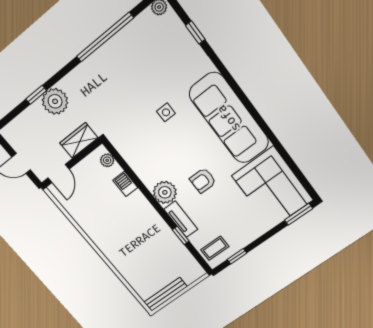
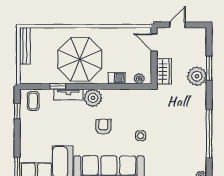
window: (36, 95) -> (209, 68), width x1.50
armchair: (203, 180) -> (103, 127), moved
parasol: (136, 234) -> (80, 59), added

